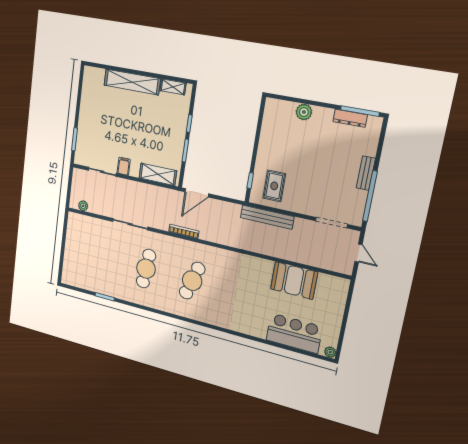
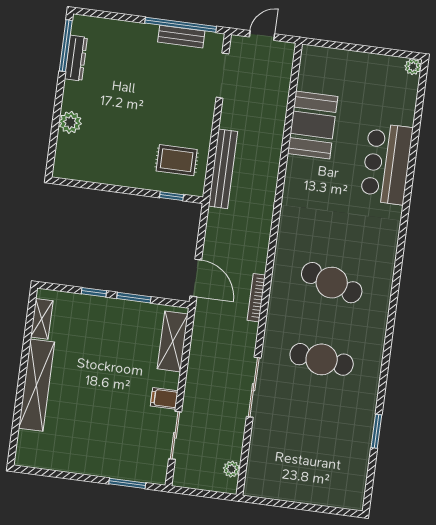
bench: (366, 173) -> (181, 37), moved
bar counter: (294, 333) -> (387, 164), moved

